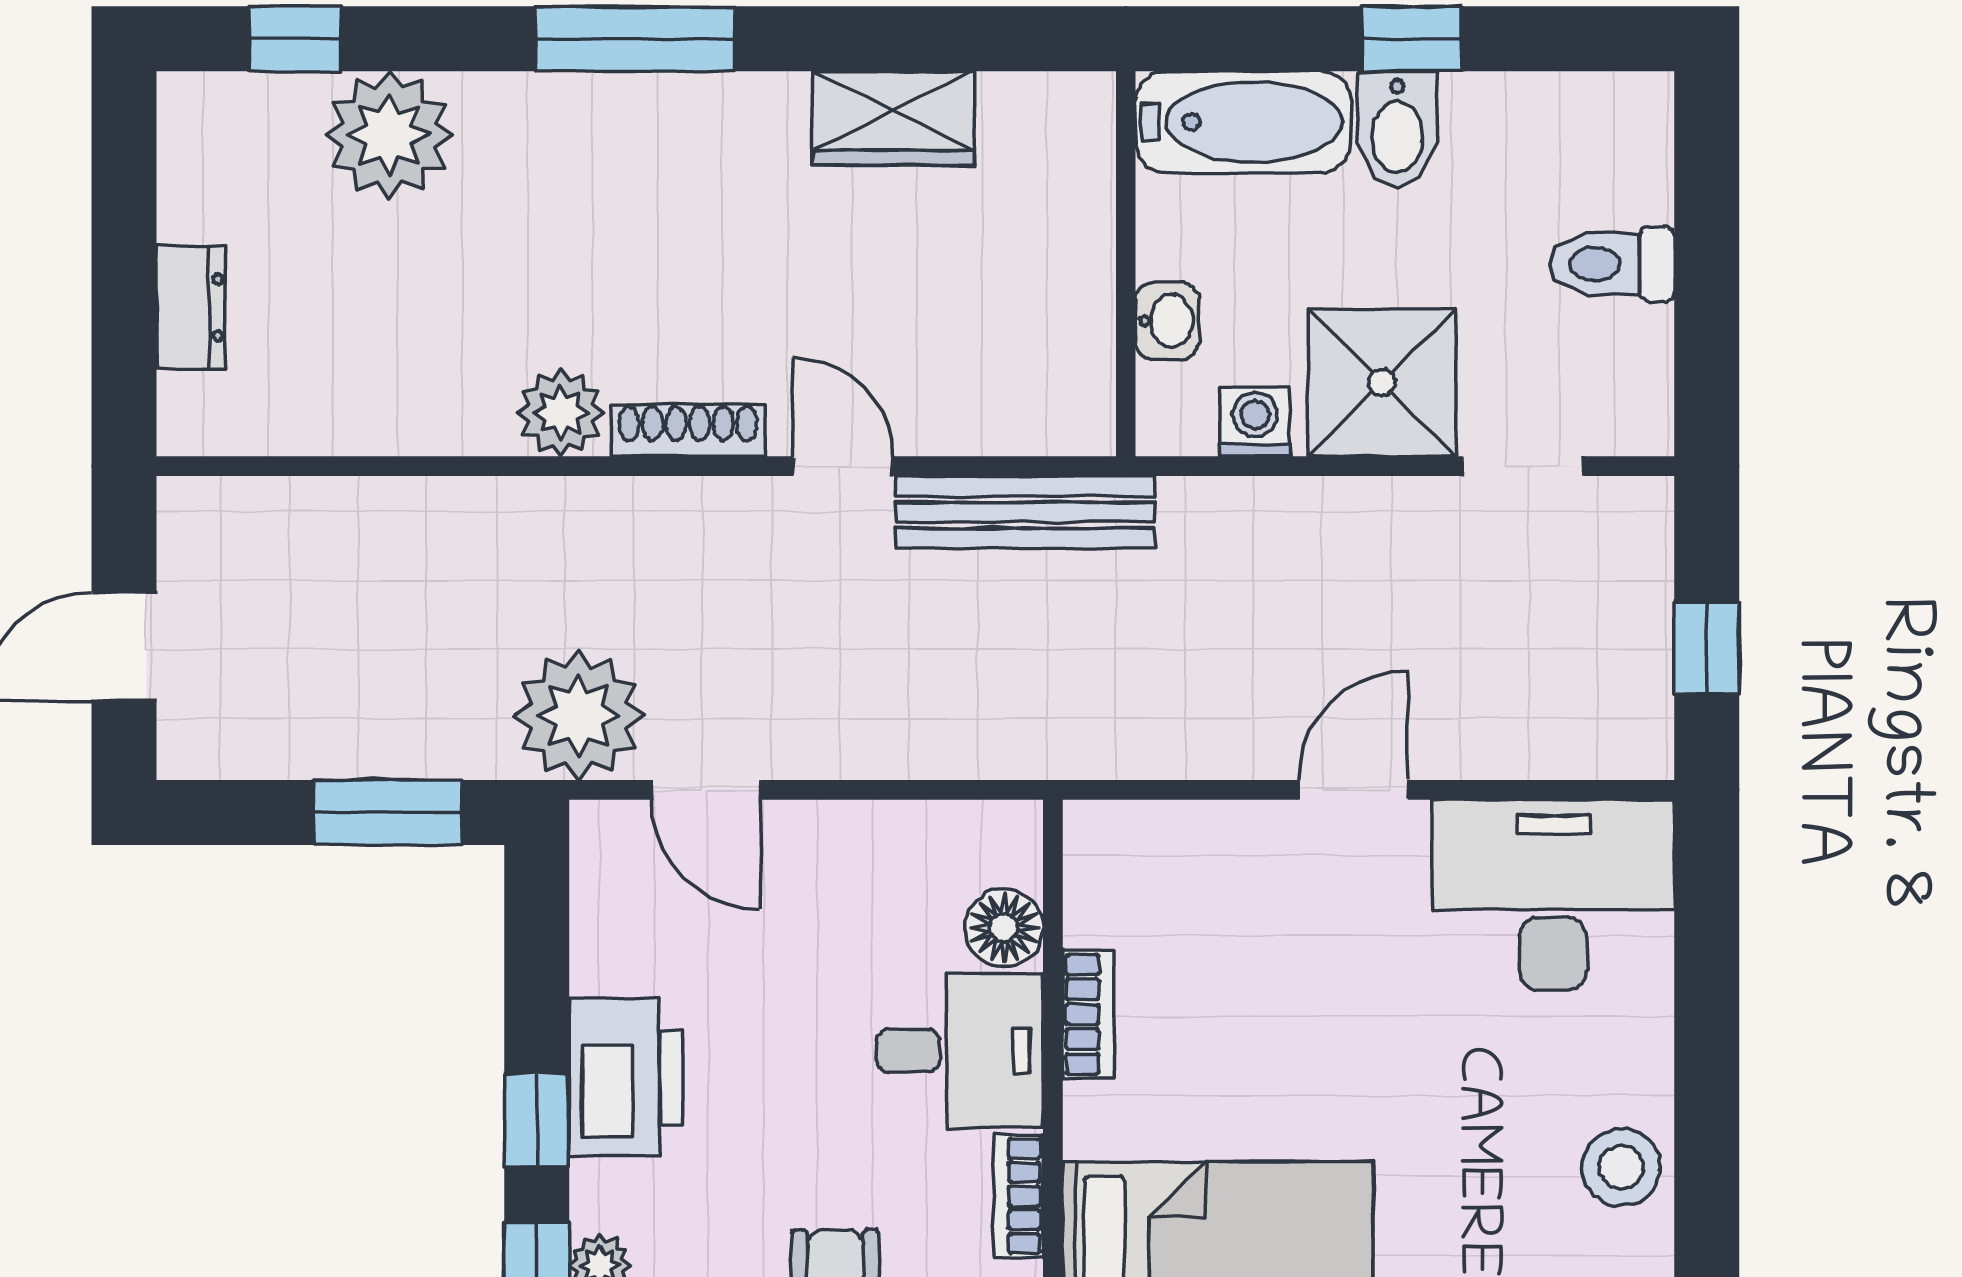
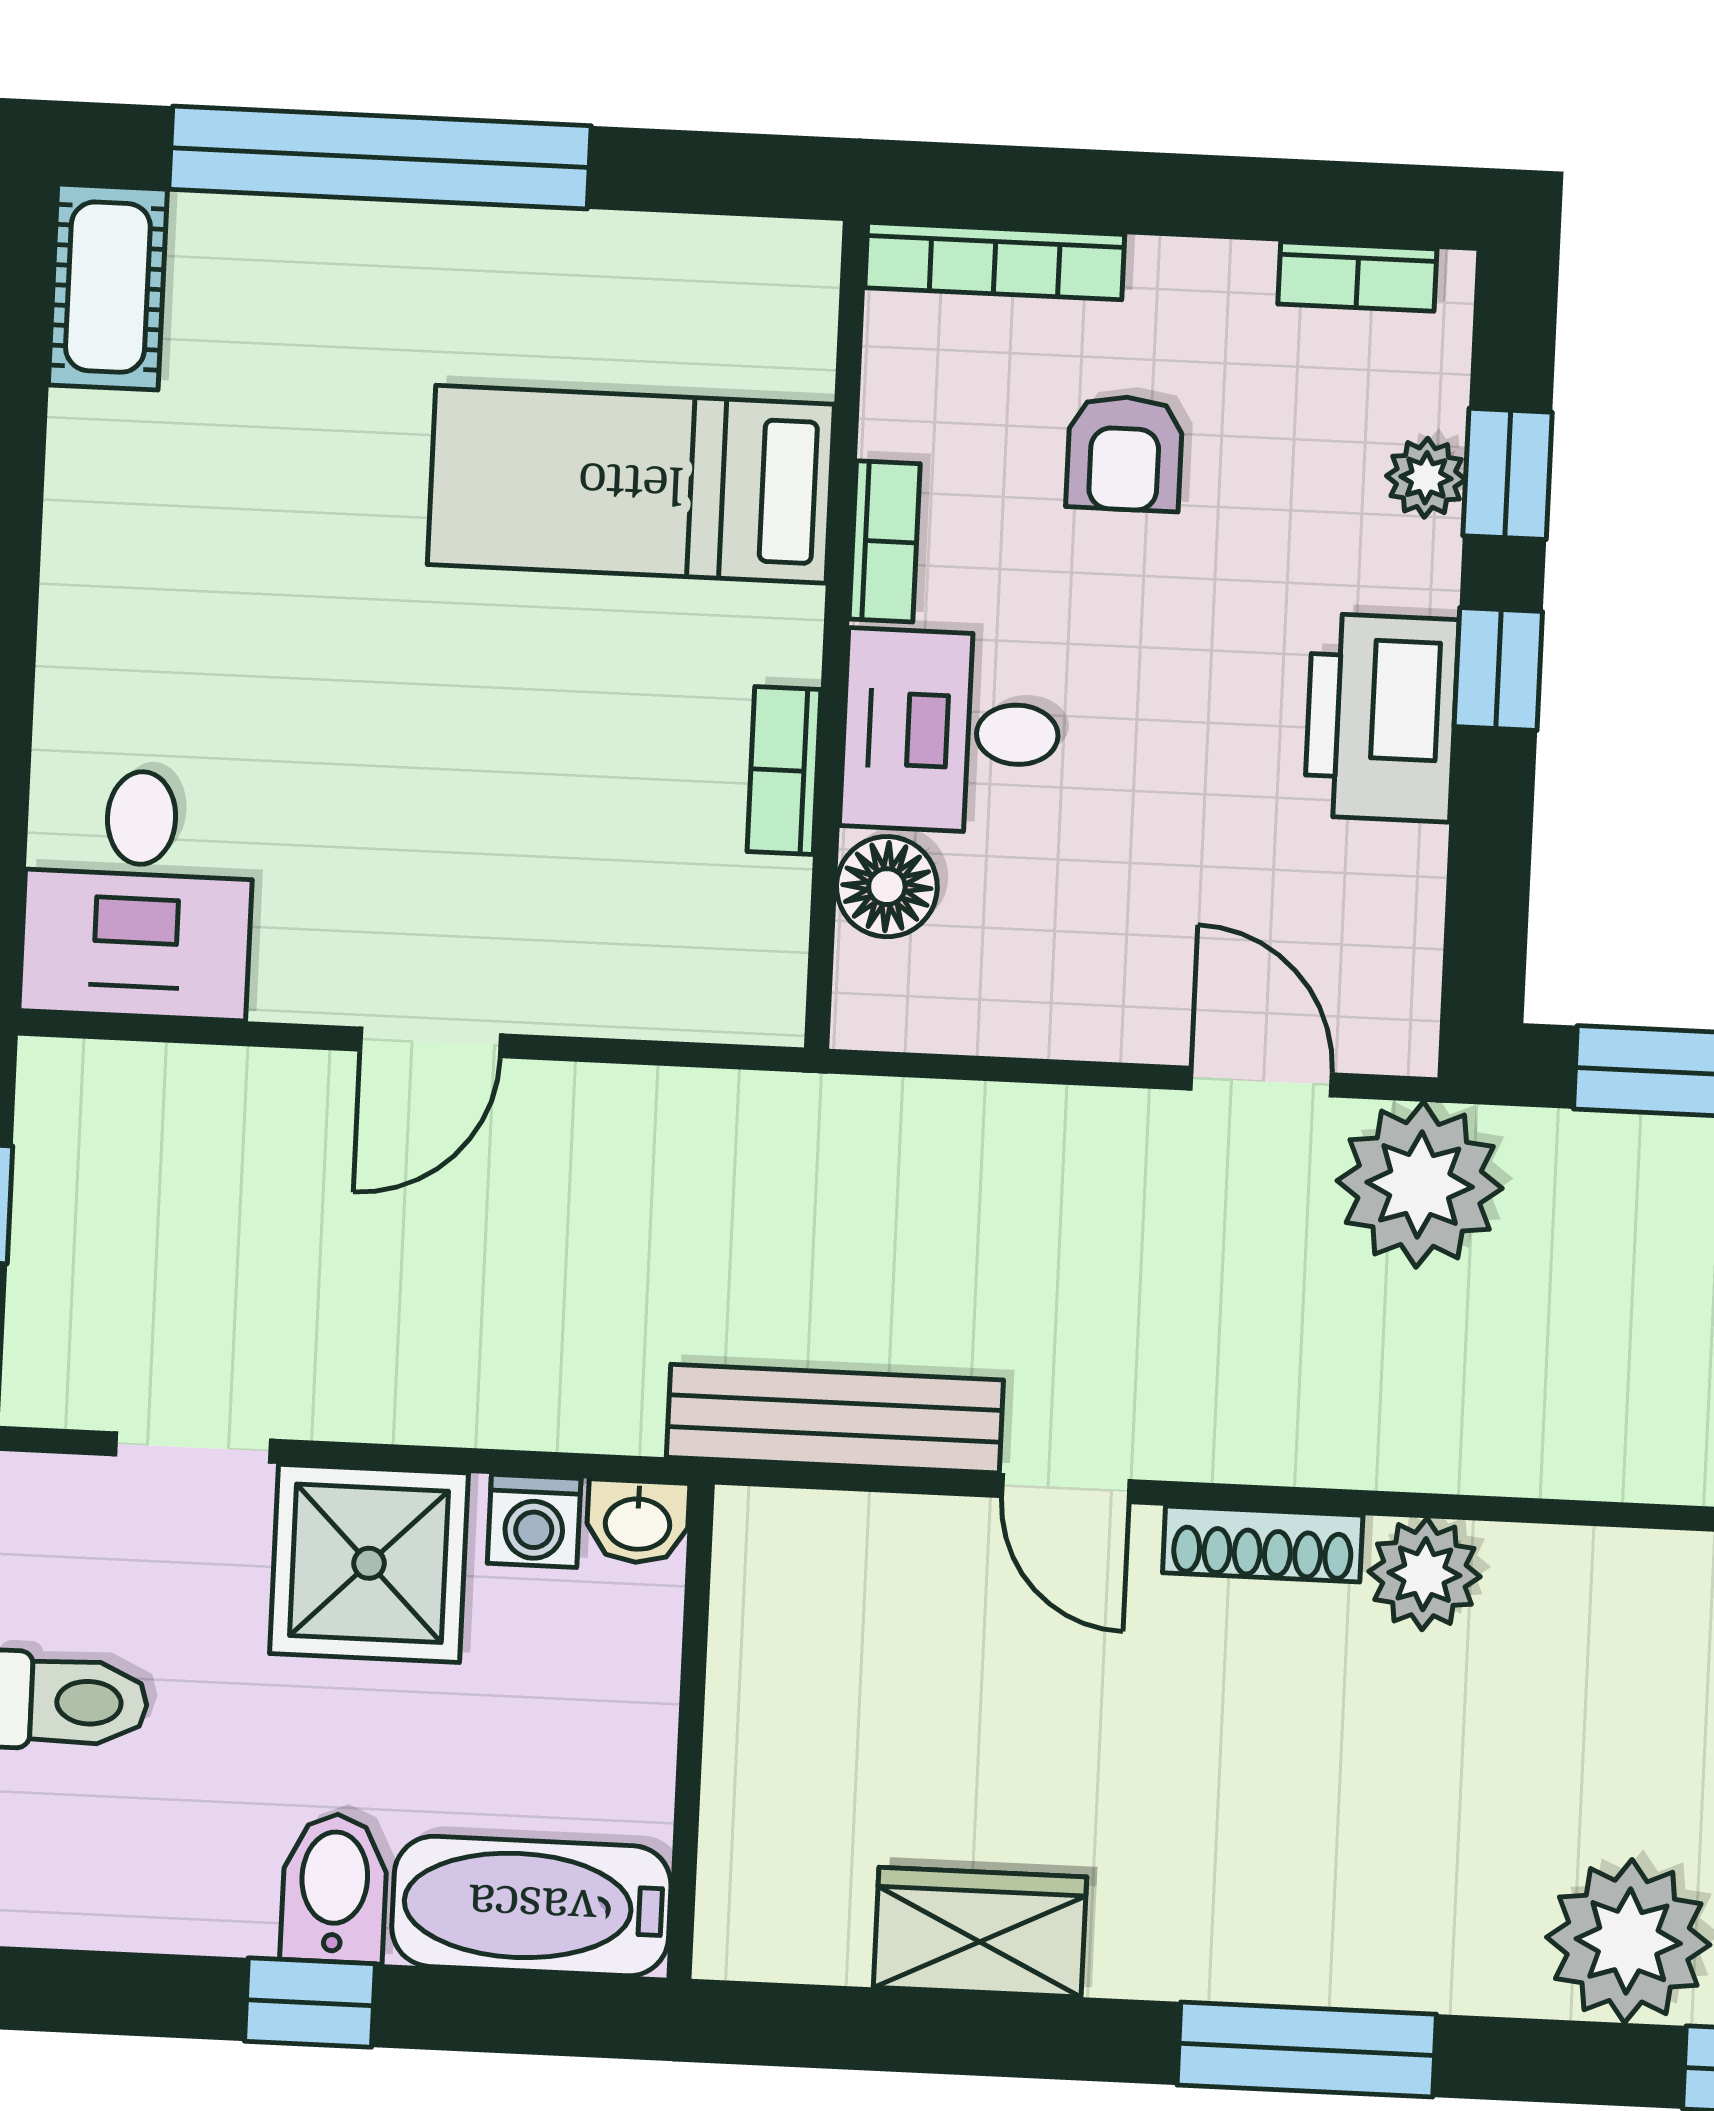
washbasin: (1167, 321) -> (638, 1522), moved, turned -90
desk: (1553, 895) -> (138, 894), width x0.73
stool: (1621, 1167) -> (110, 542), removed

